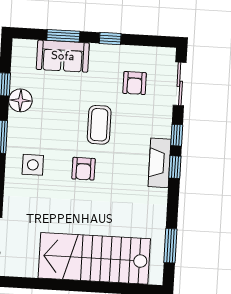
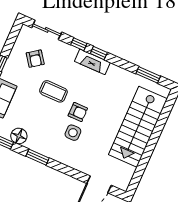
armchair: (135, 83) -> (35, 59), turned 54
side table: (33, 165) -> (73, 133), moved

